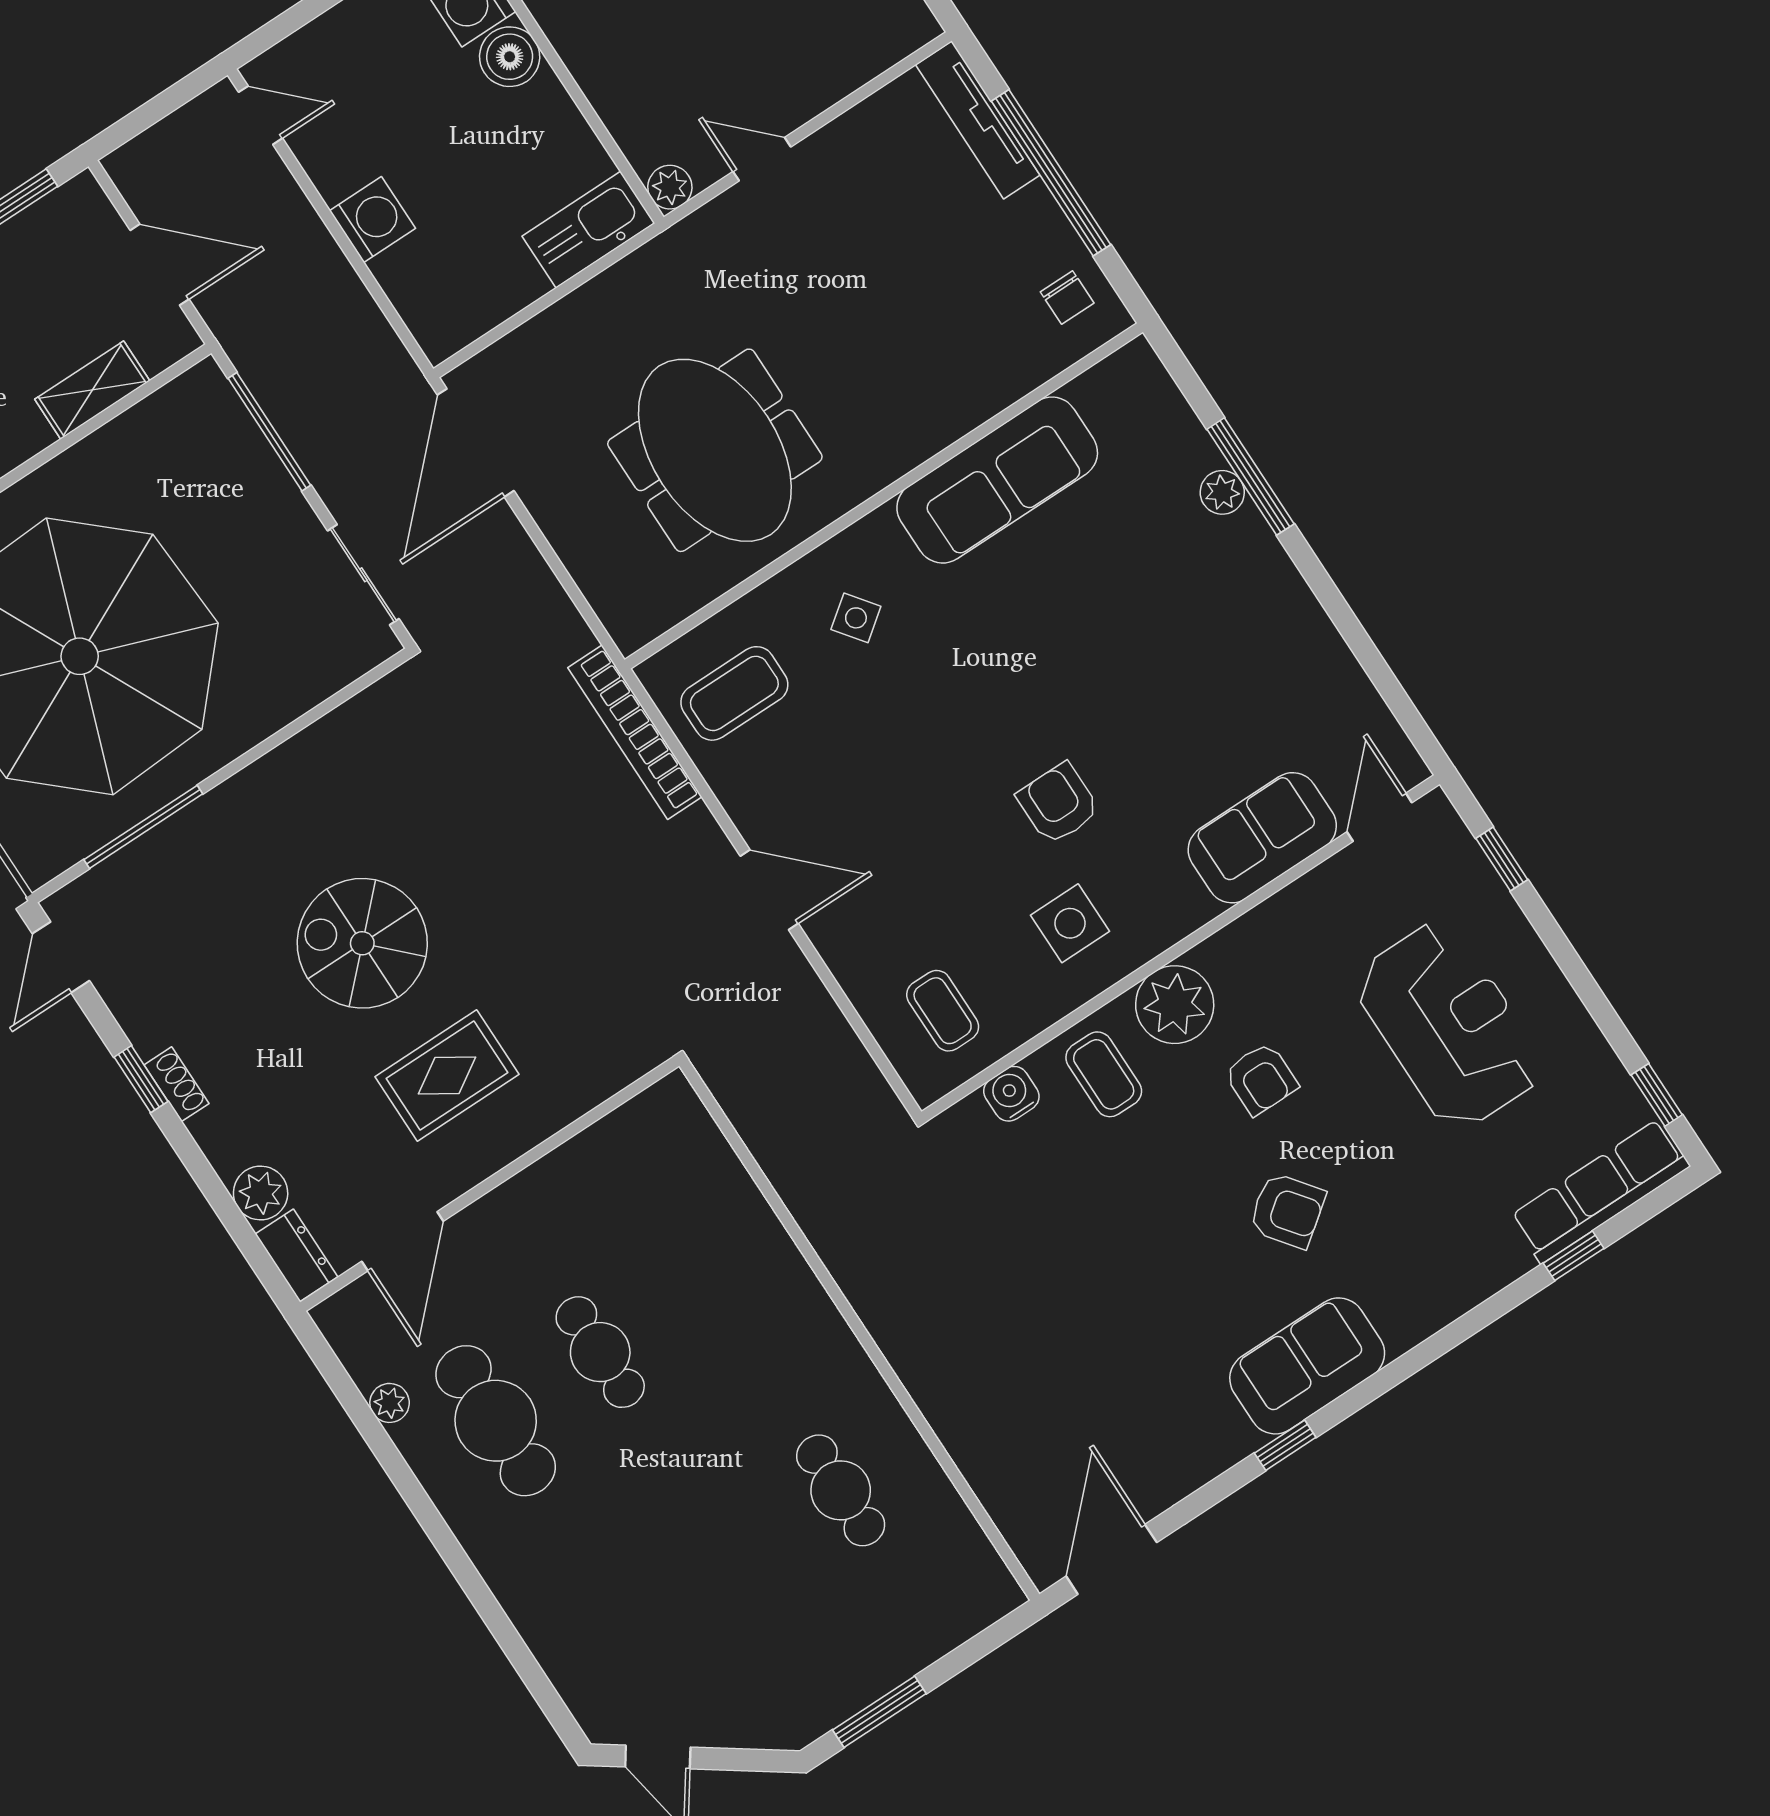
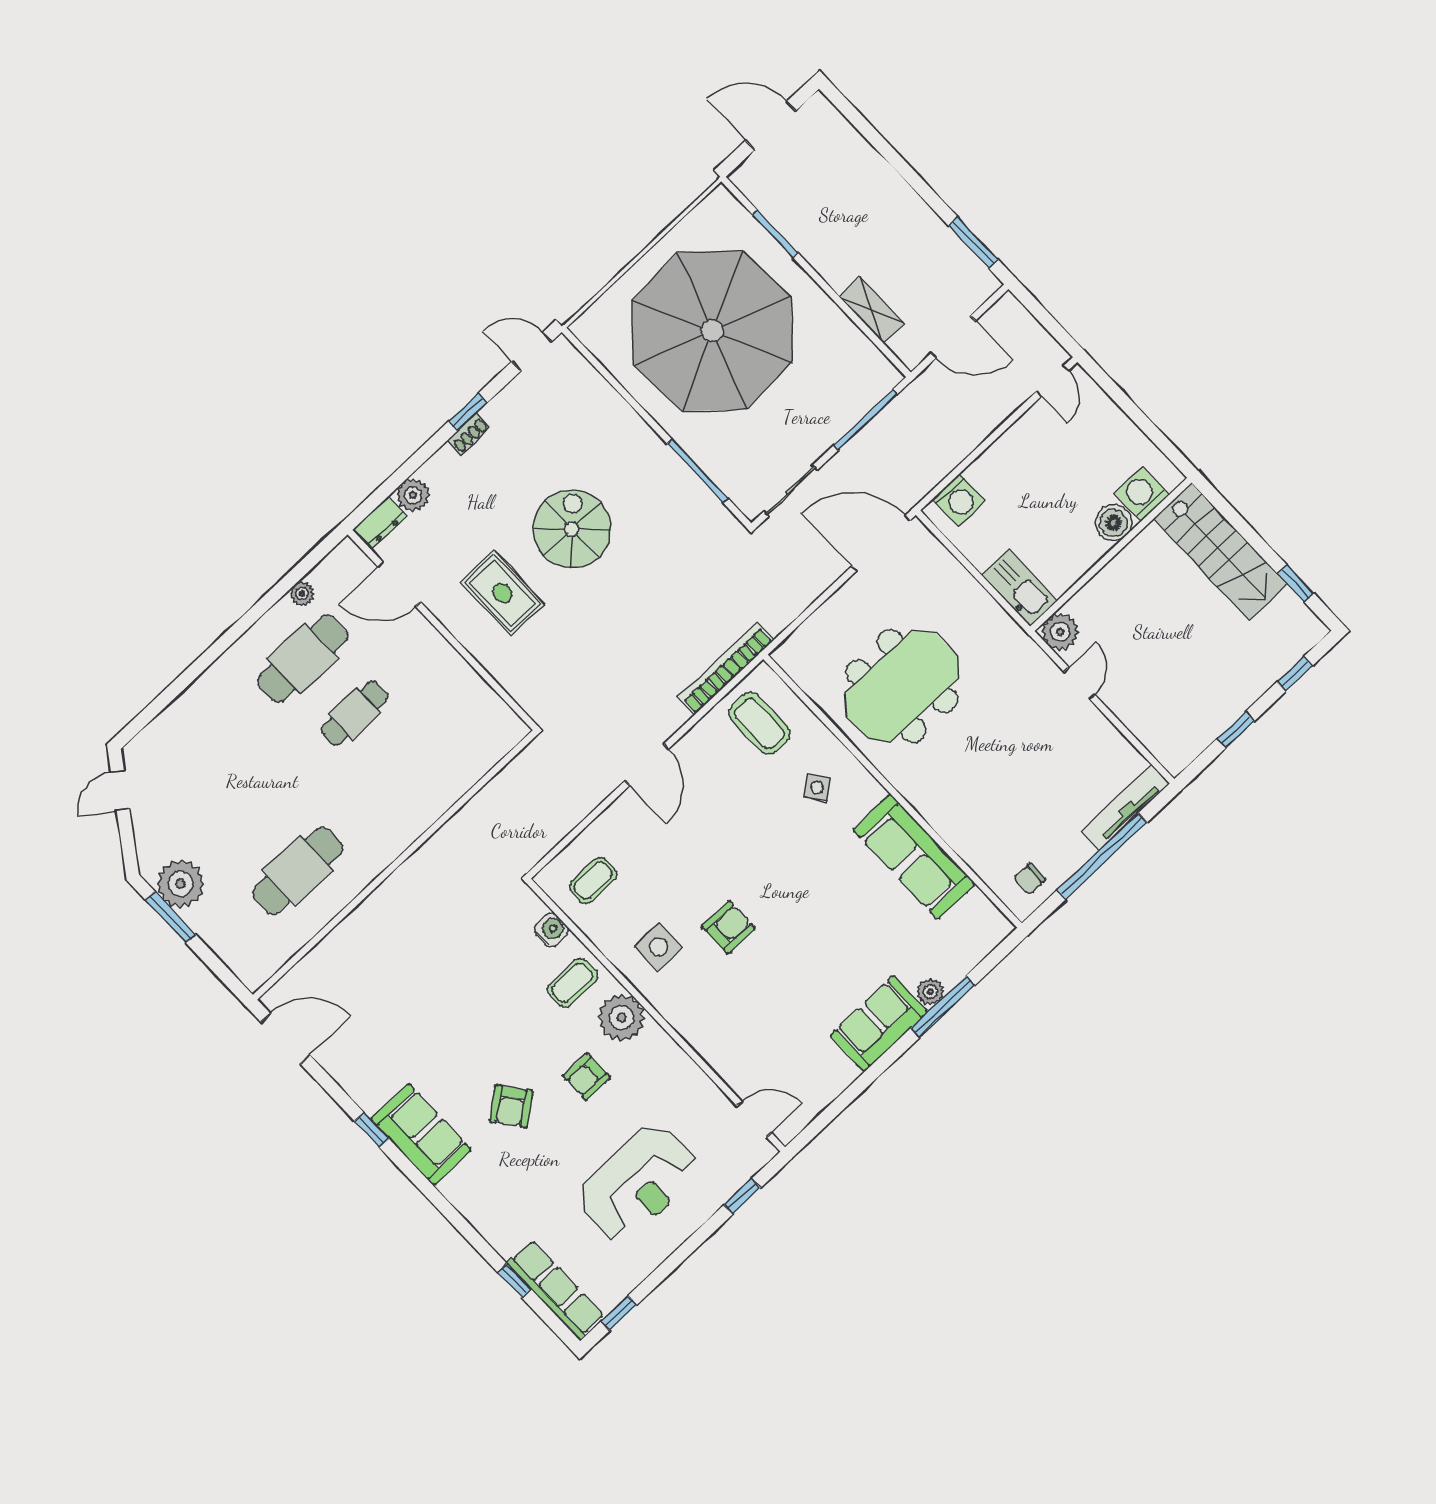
plant: (670, 187) -> (1060, 632), width x1.38, depth x1.38
washing machine: (372, 219) -> (959, 500), moved
door: (160, 265) -> (953, 337), hinge flipped
window: (143, 827) -> (698, 471), moved
sofa: (1262, 838) -> (879, 1024), moved, turned -90
cafe table: (841, 1490) -> (298, 871), width x1.37, depth x1.35
plant: (828, 1686) -> (180, 884), added

